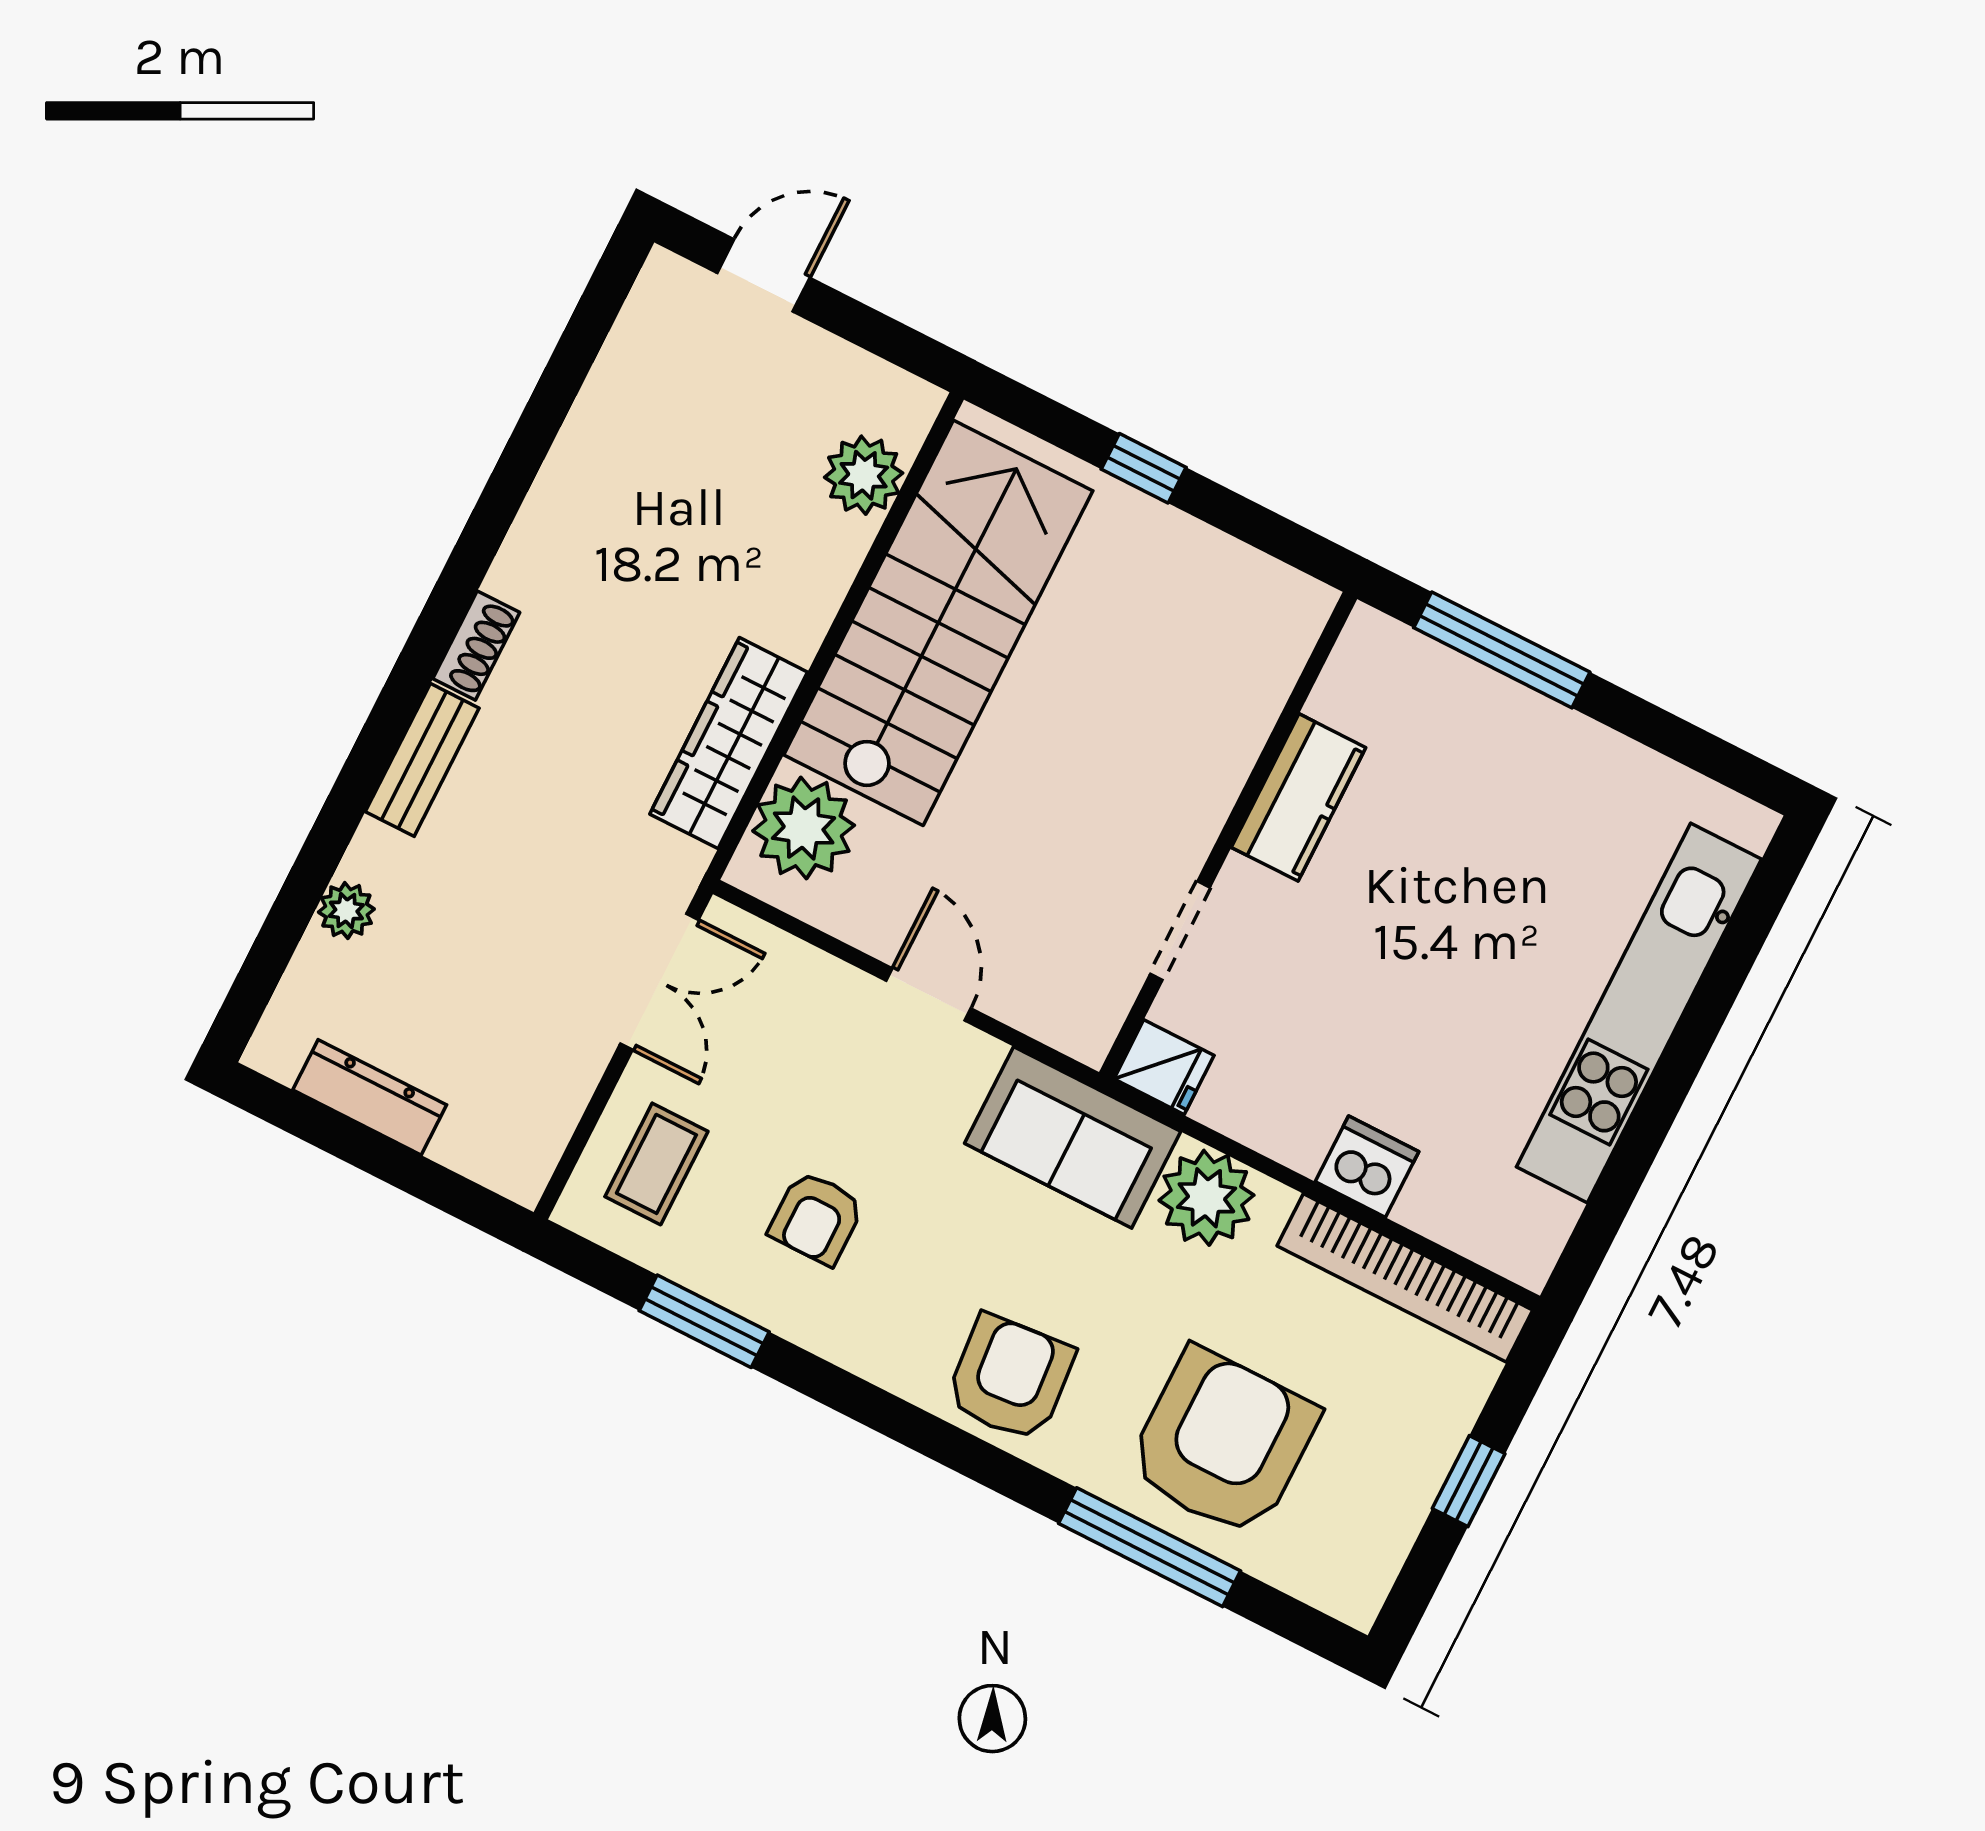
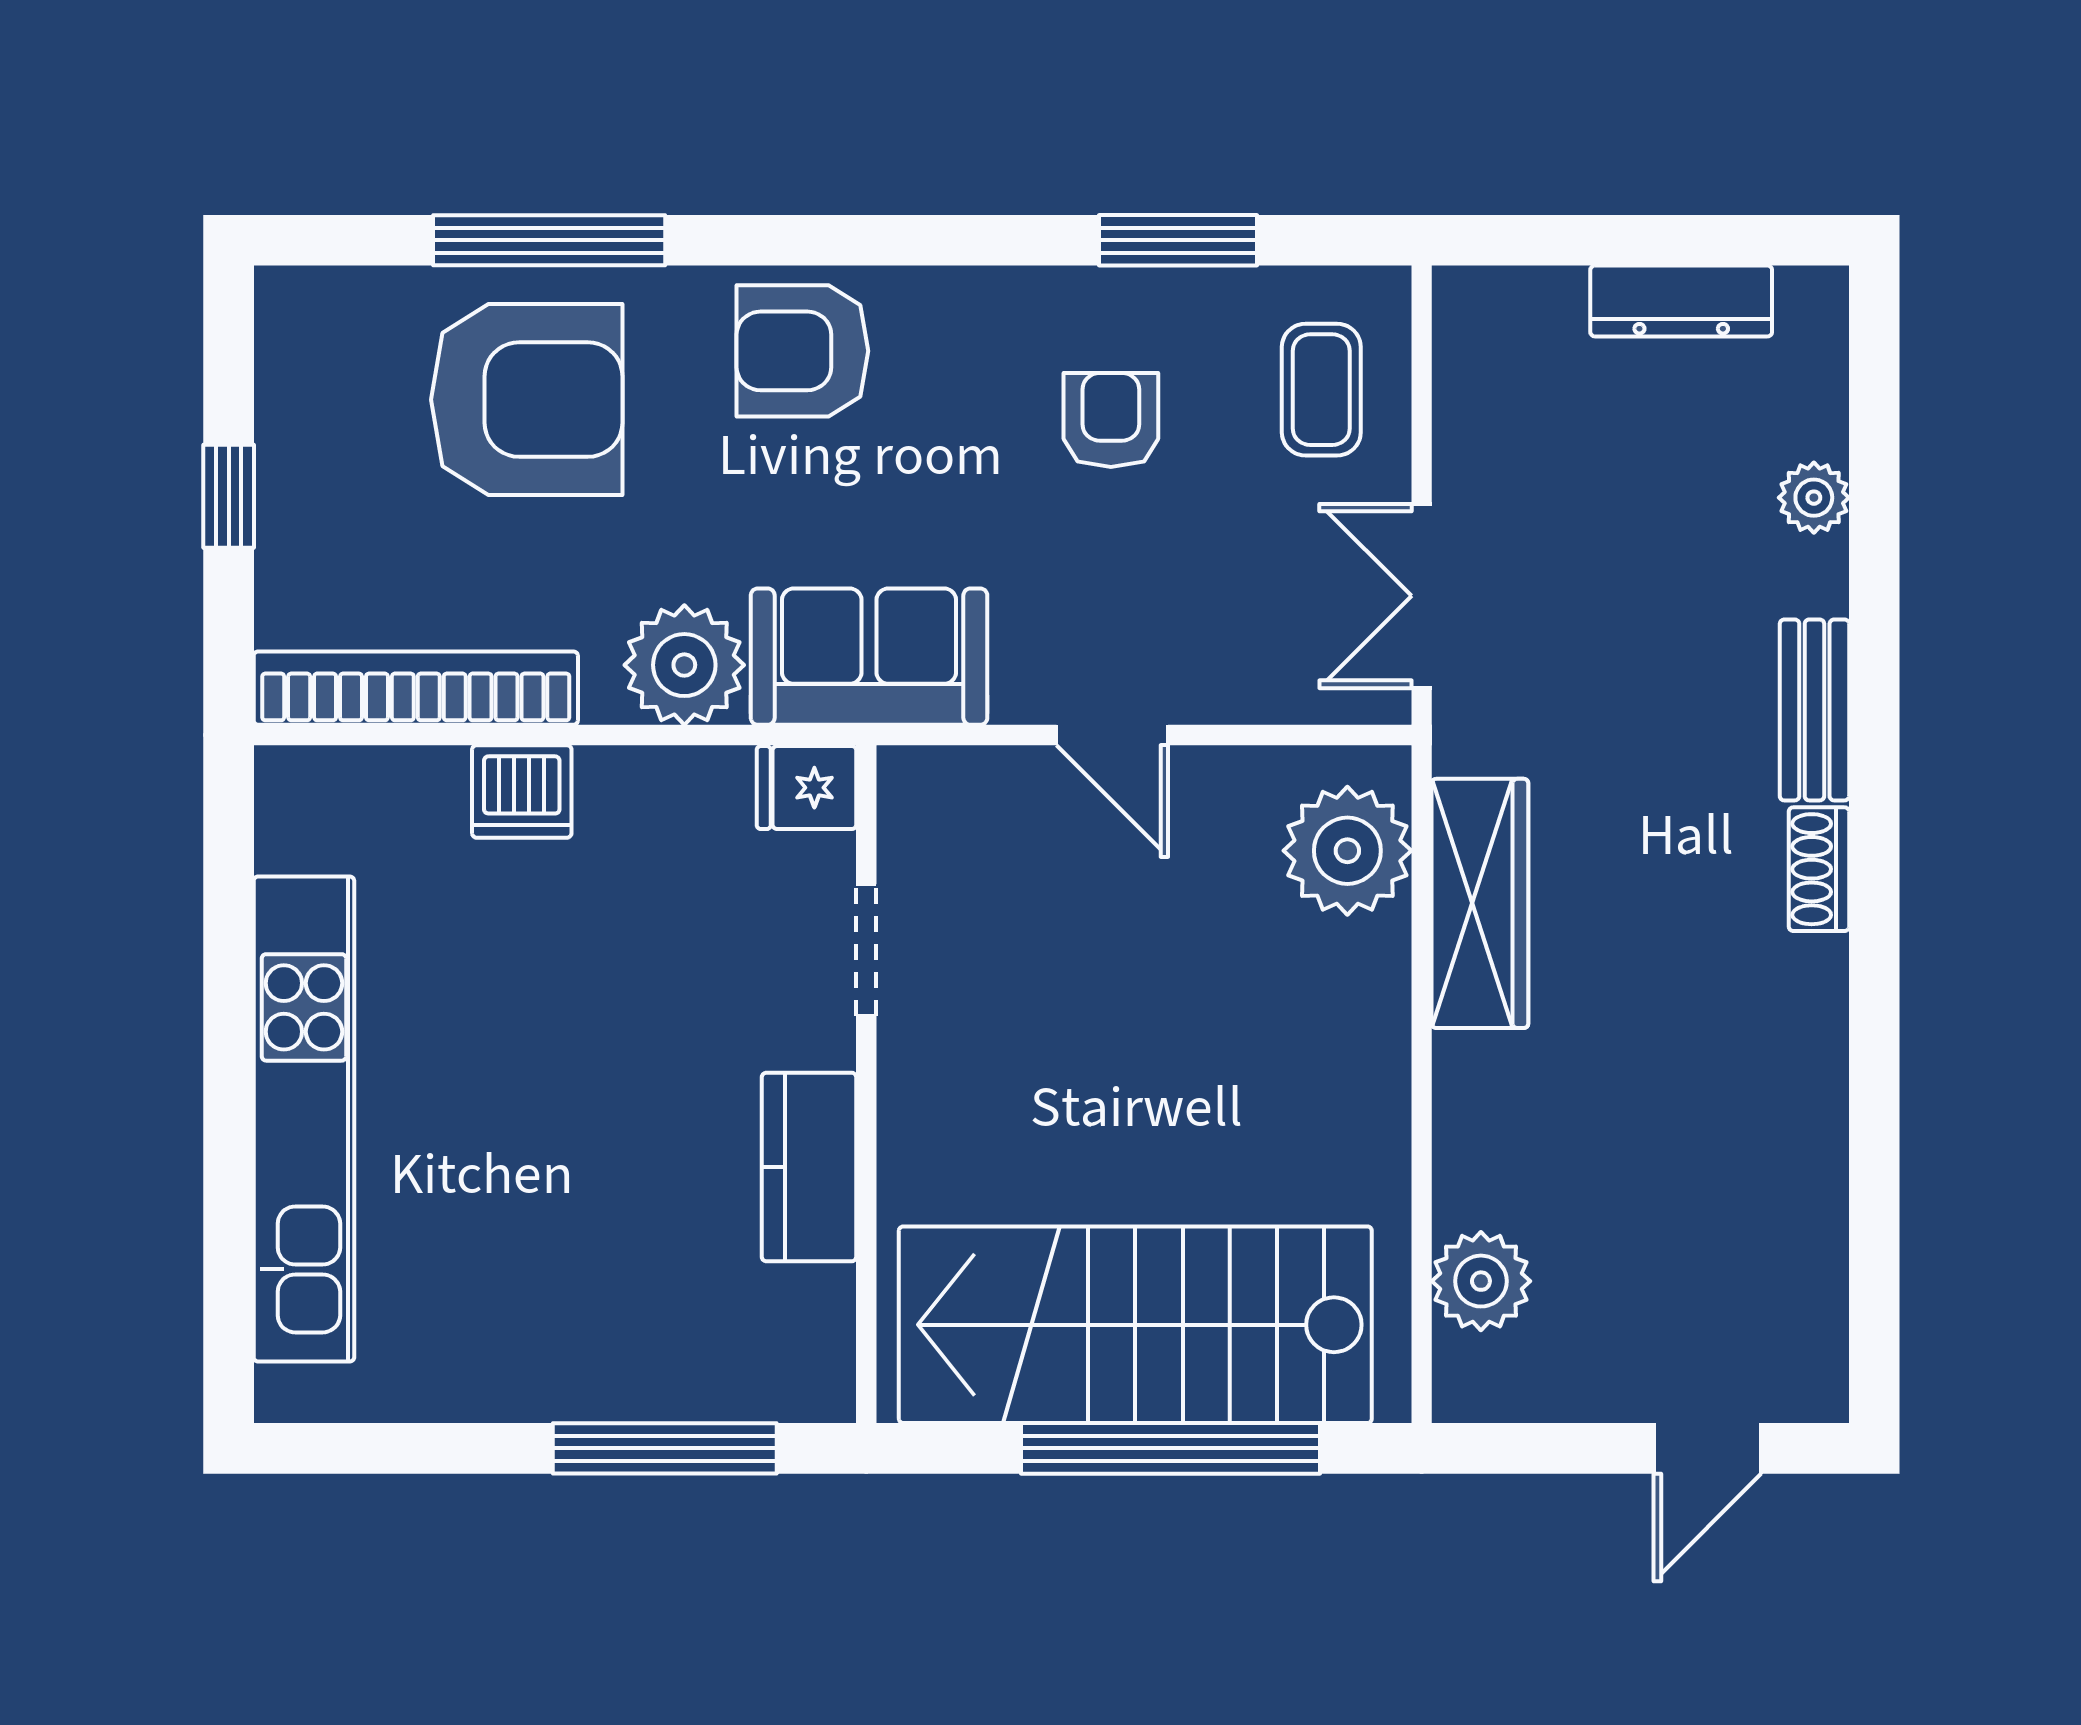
window: (1144, 468) -> (1170, 1448), width x3.17
stairs: (938, 623) -> (1135, 1325), moved, turned 90
armchair: (1010, 1378) -> (802, 351), turned 95
armchair: (1223, 1442) -> (527, 400), turned -90

